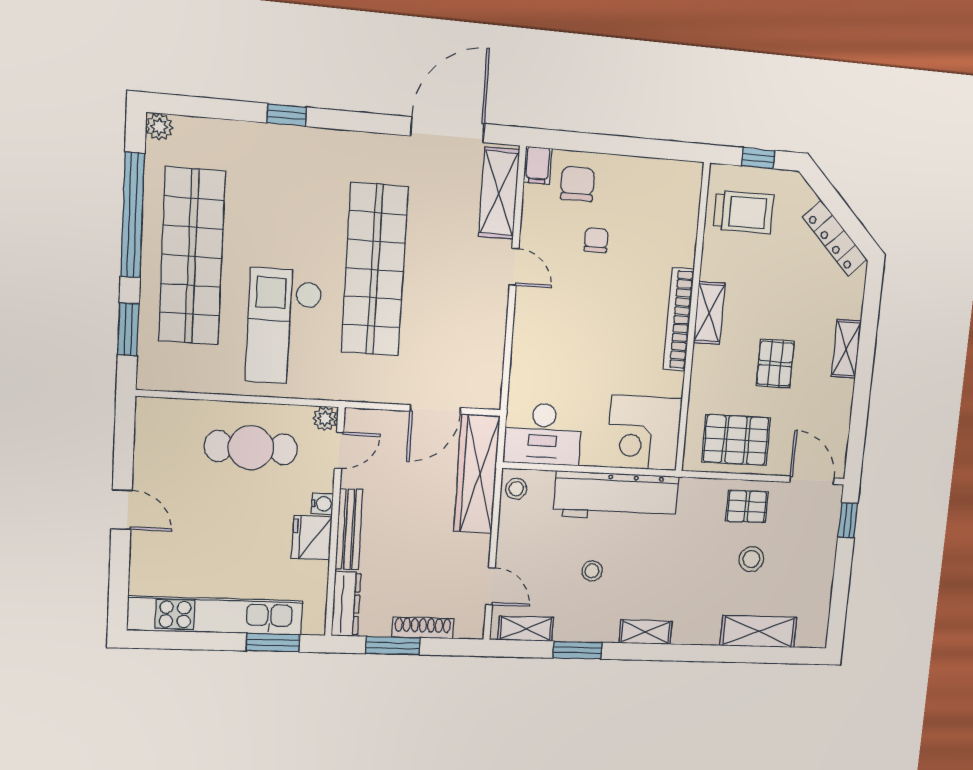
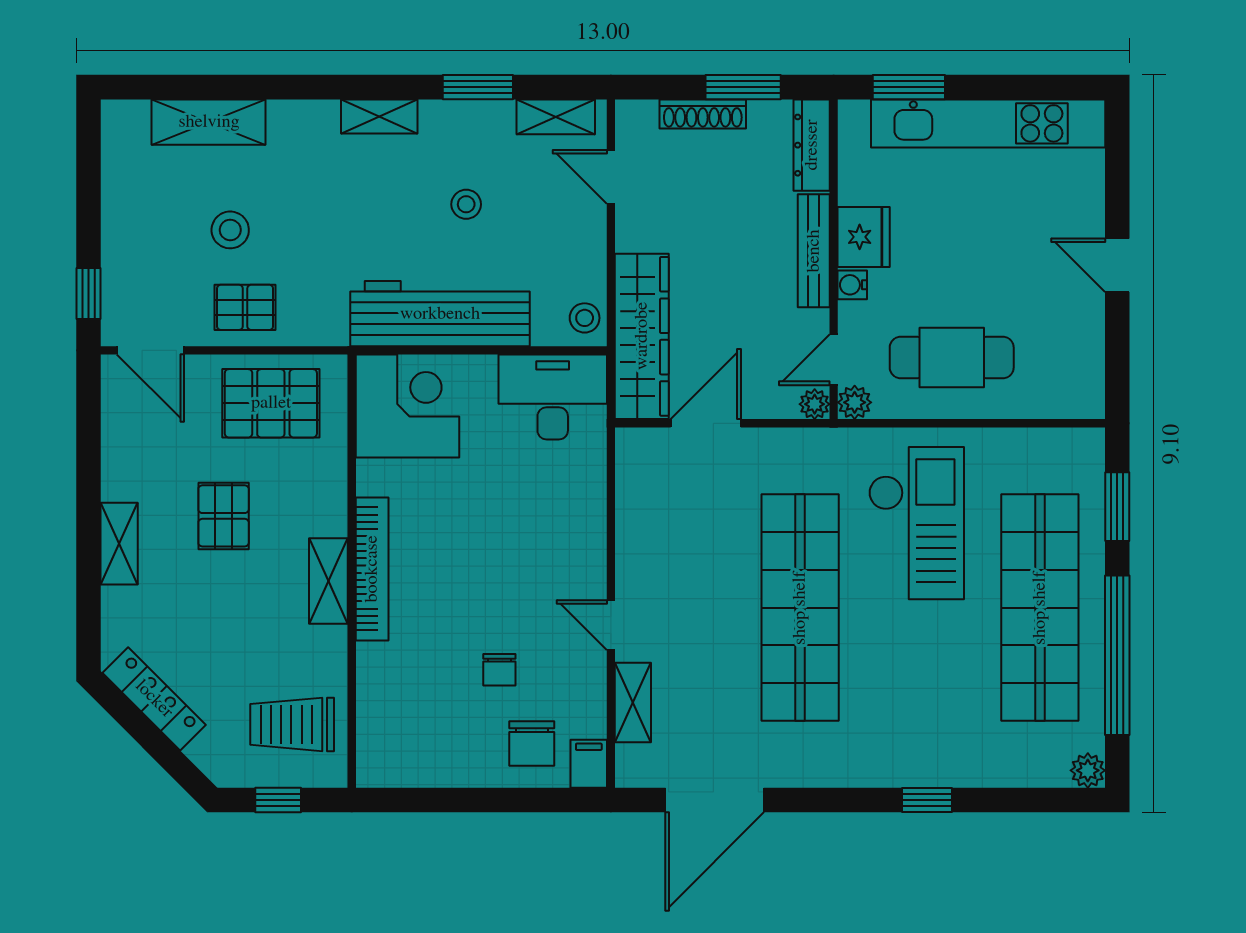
shelving: (499, 193) -> (633, 703), width x0.67, depth x0.75
plant: (355, 419) -> (815, 404), added

